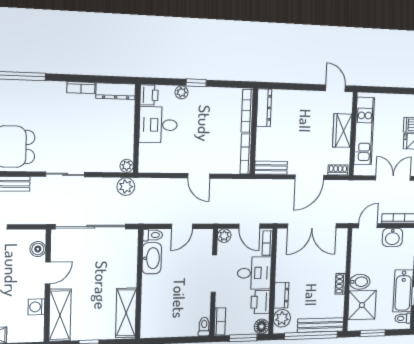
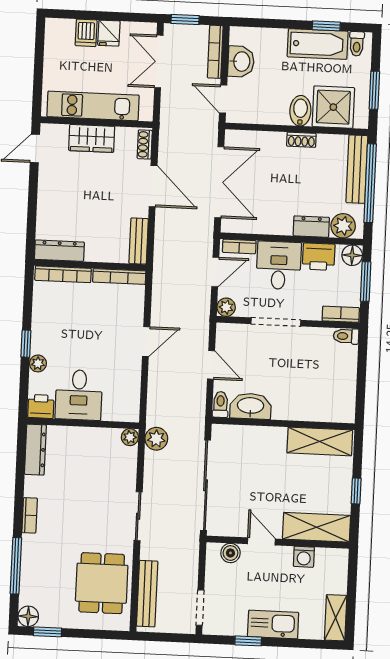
bookcase: (81, 88) -> (30, 515), moved

